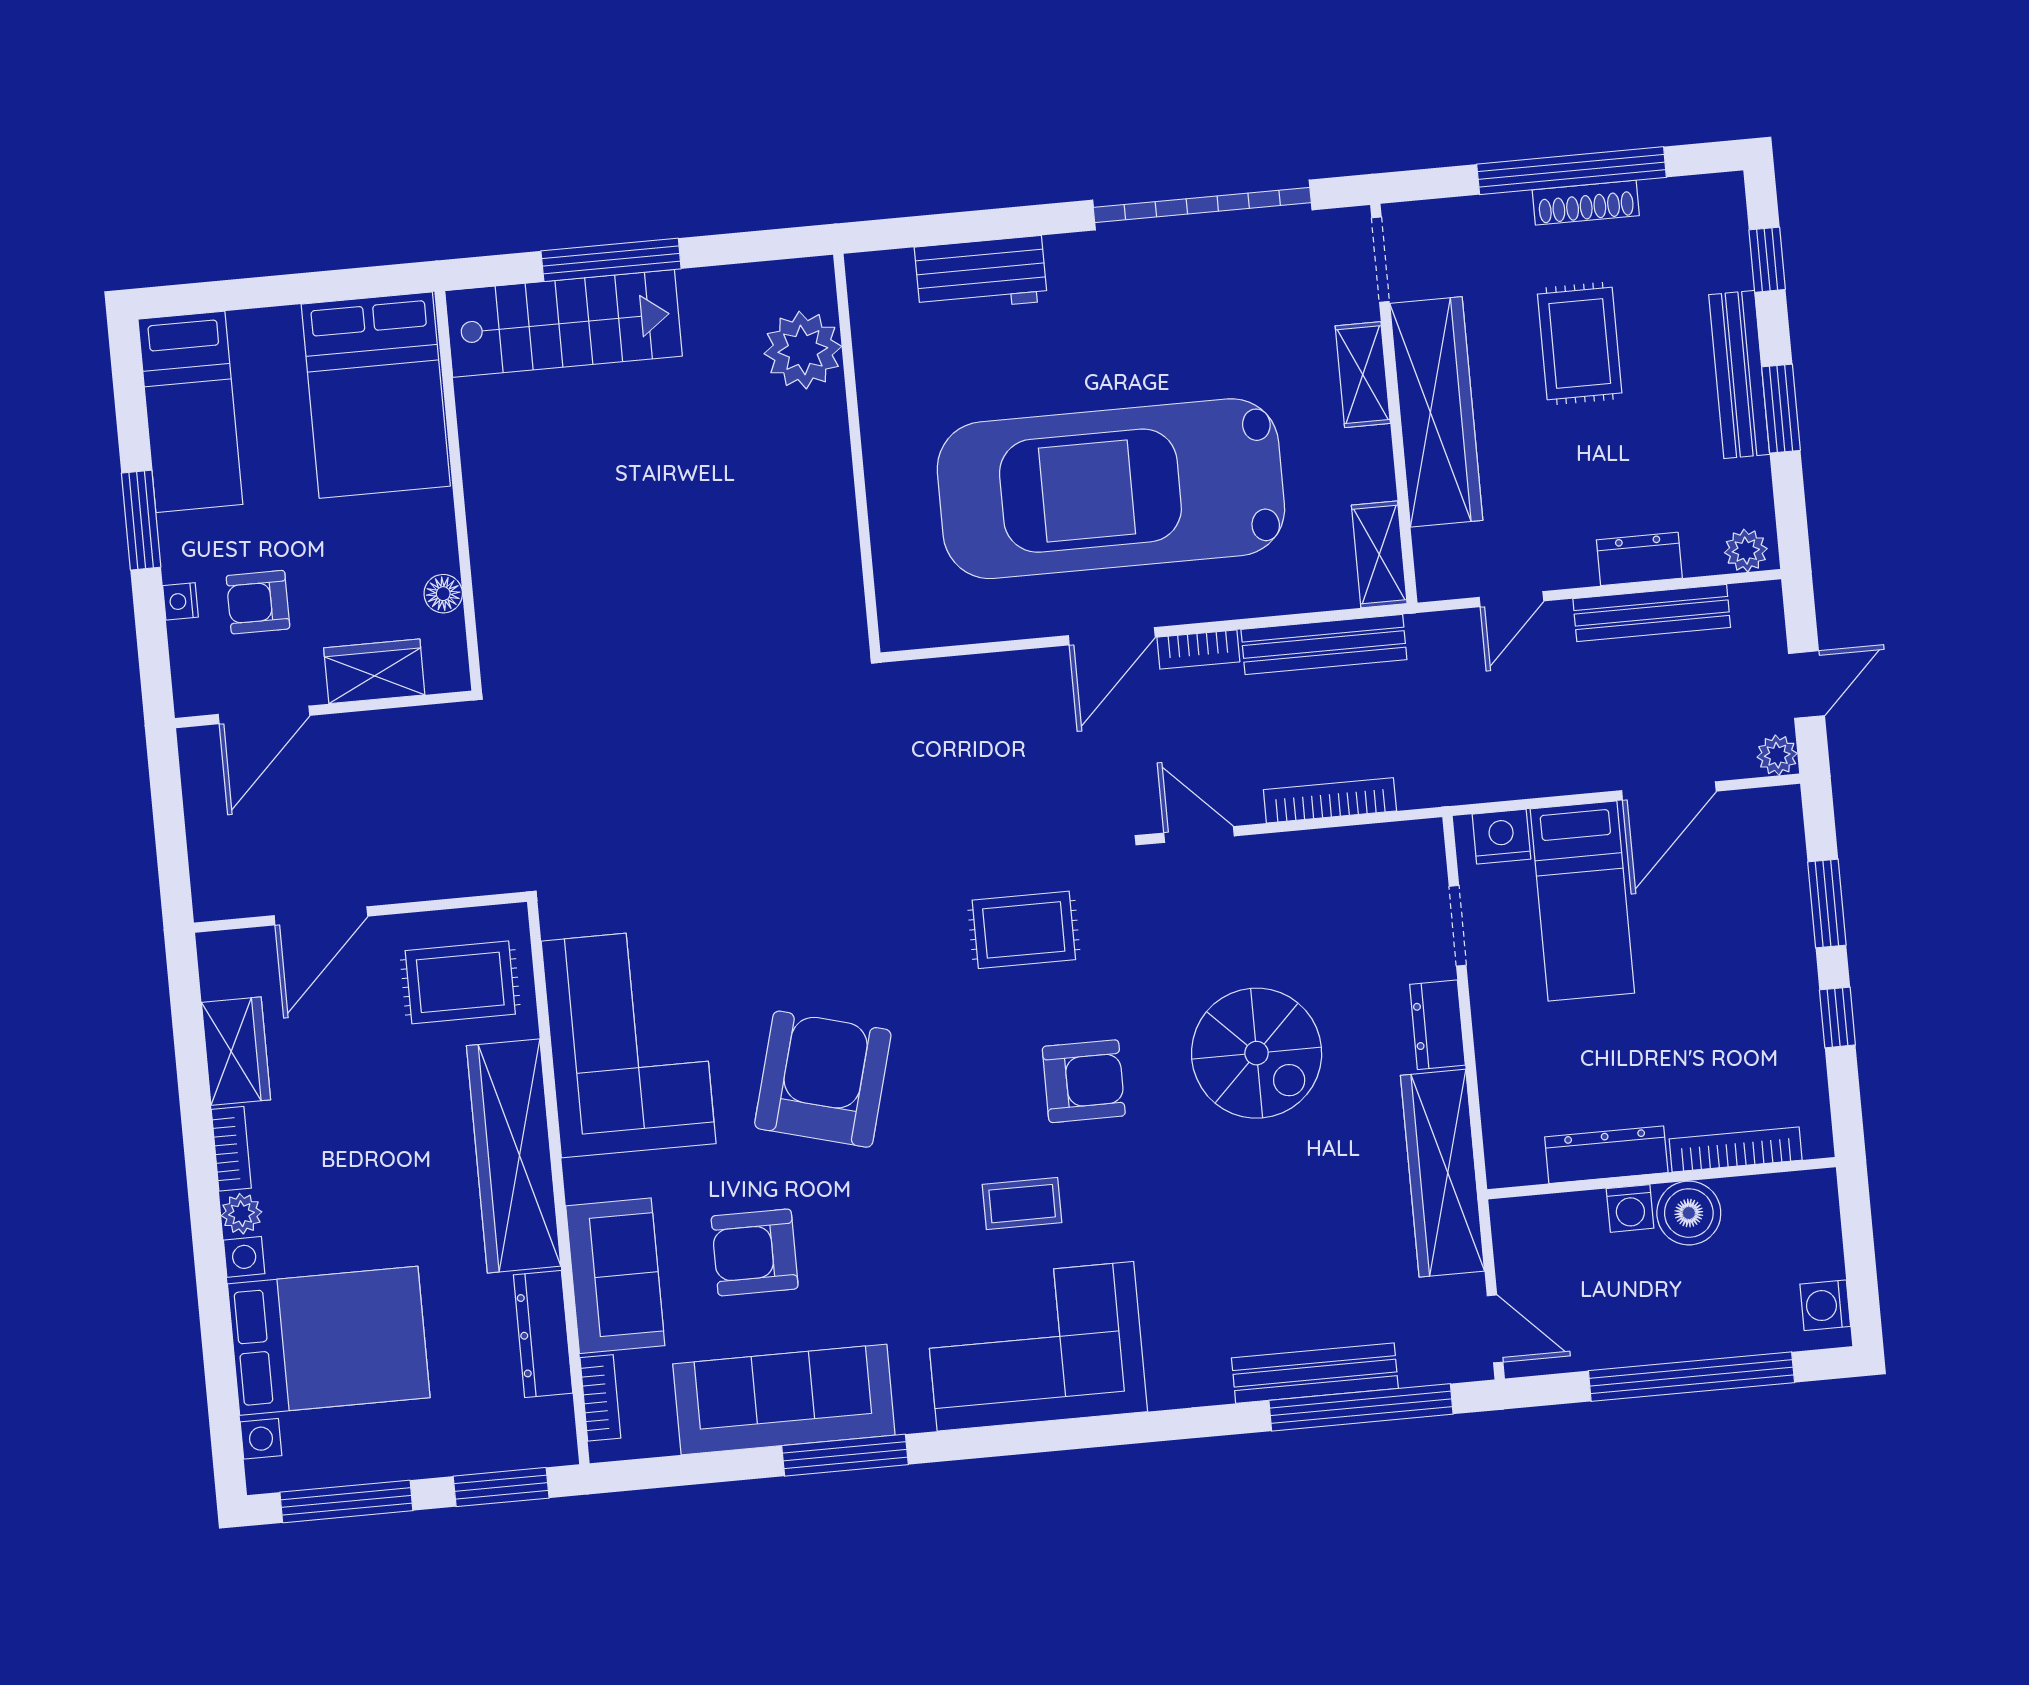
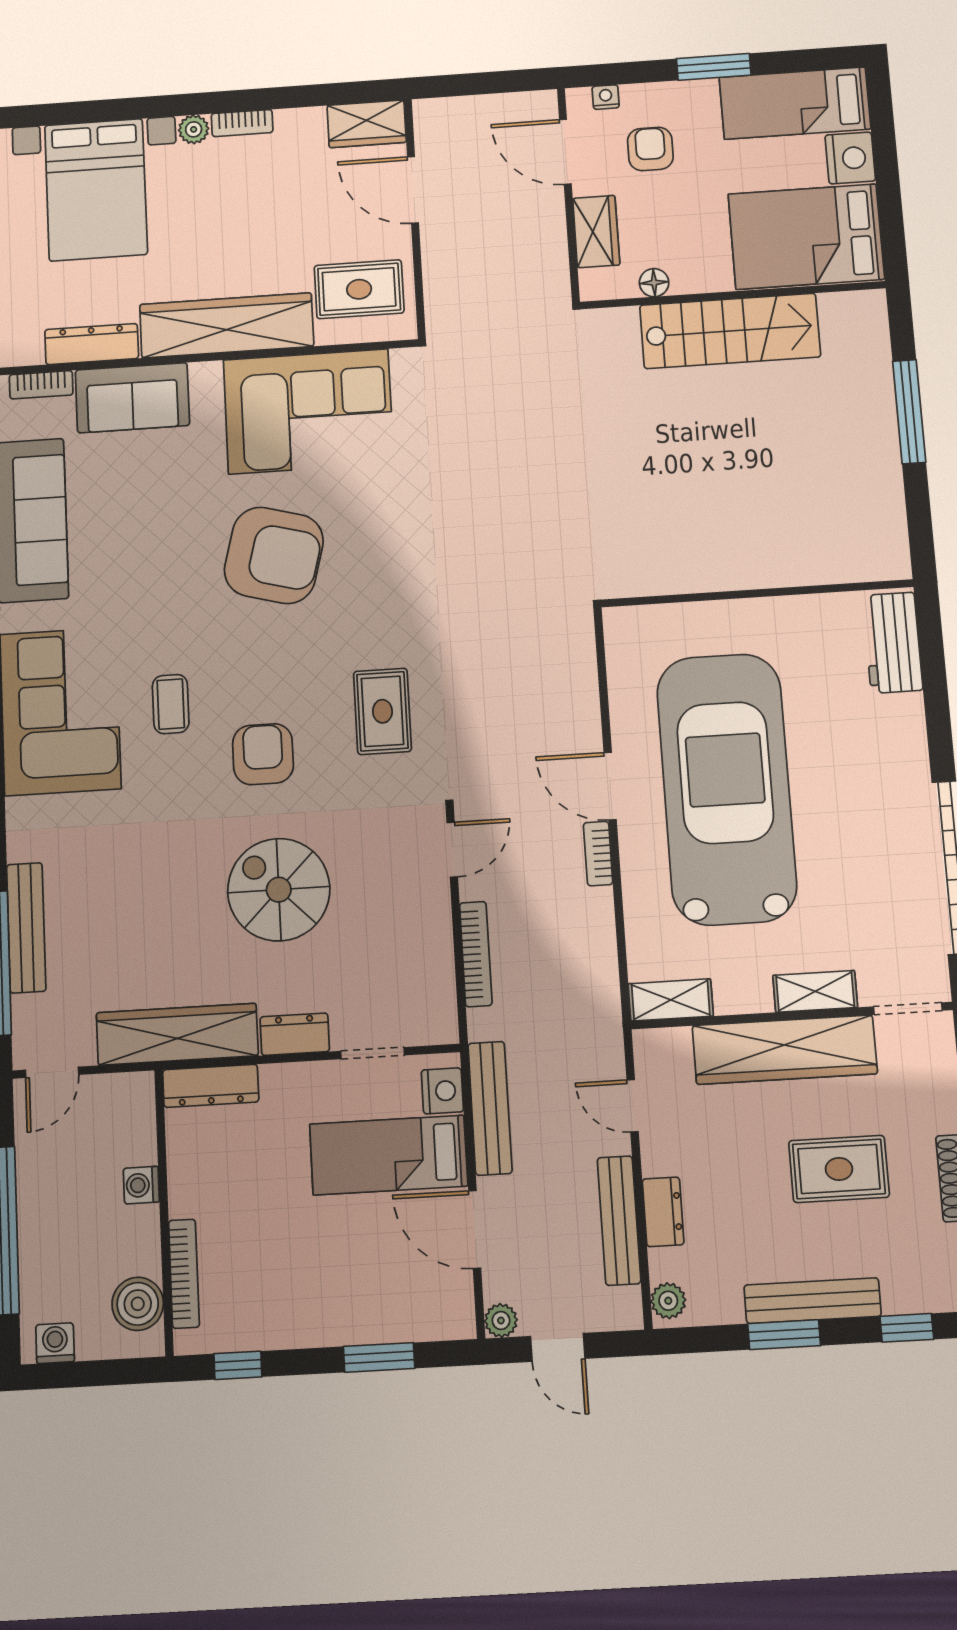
workbench: (981, 274) -> (893, 643), moved
stairs: (564, 323) -> (730, 331), moved, turned -90
nightstand: (266, 338) -> (850, 158), added
plant: (803, 350) -> (838, 554), removed
nightstand: (180, 601) -> (606, 97), moved
bench: (1324, 645) -> (490, 1108), moved
rug: (460, 982) -> (359, 289), turned 90
window: (1837, 1017) -> (238, 1365), moved
wardrobe: (236, 1051) -> (367, 124), moved
spiral stairs: (1257, 1053) -> (279, 890), turned 90
armchair: (1084, 1081) -> (263, 754), turned 180
dresser: (1606, 1155) -> (211, 1086), moved, turned 90
boiler: (1689, 1213) -> (138, 1304), moved
armchair: (755, 1252) -> (144, 501), removed

